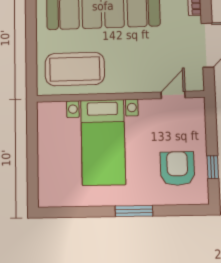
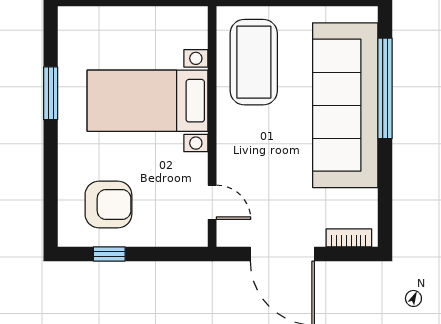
window: (134, 211) -> (51, 93), moved

